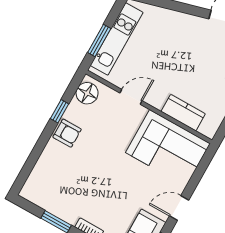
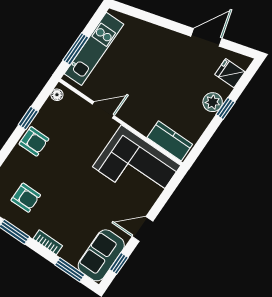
floor lamp: (87, 93) -> (57, 95), width x0.53, depth x0.53
kitchen counter: (183, 113) -> (170, 141), moved
armchair: (64, 188) -> (26, 198), added

